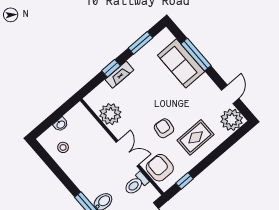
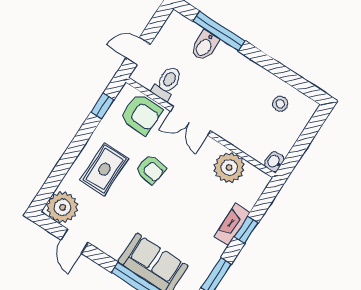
washbasin: (61, 124) -> (274, 162), moved

